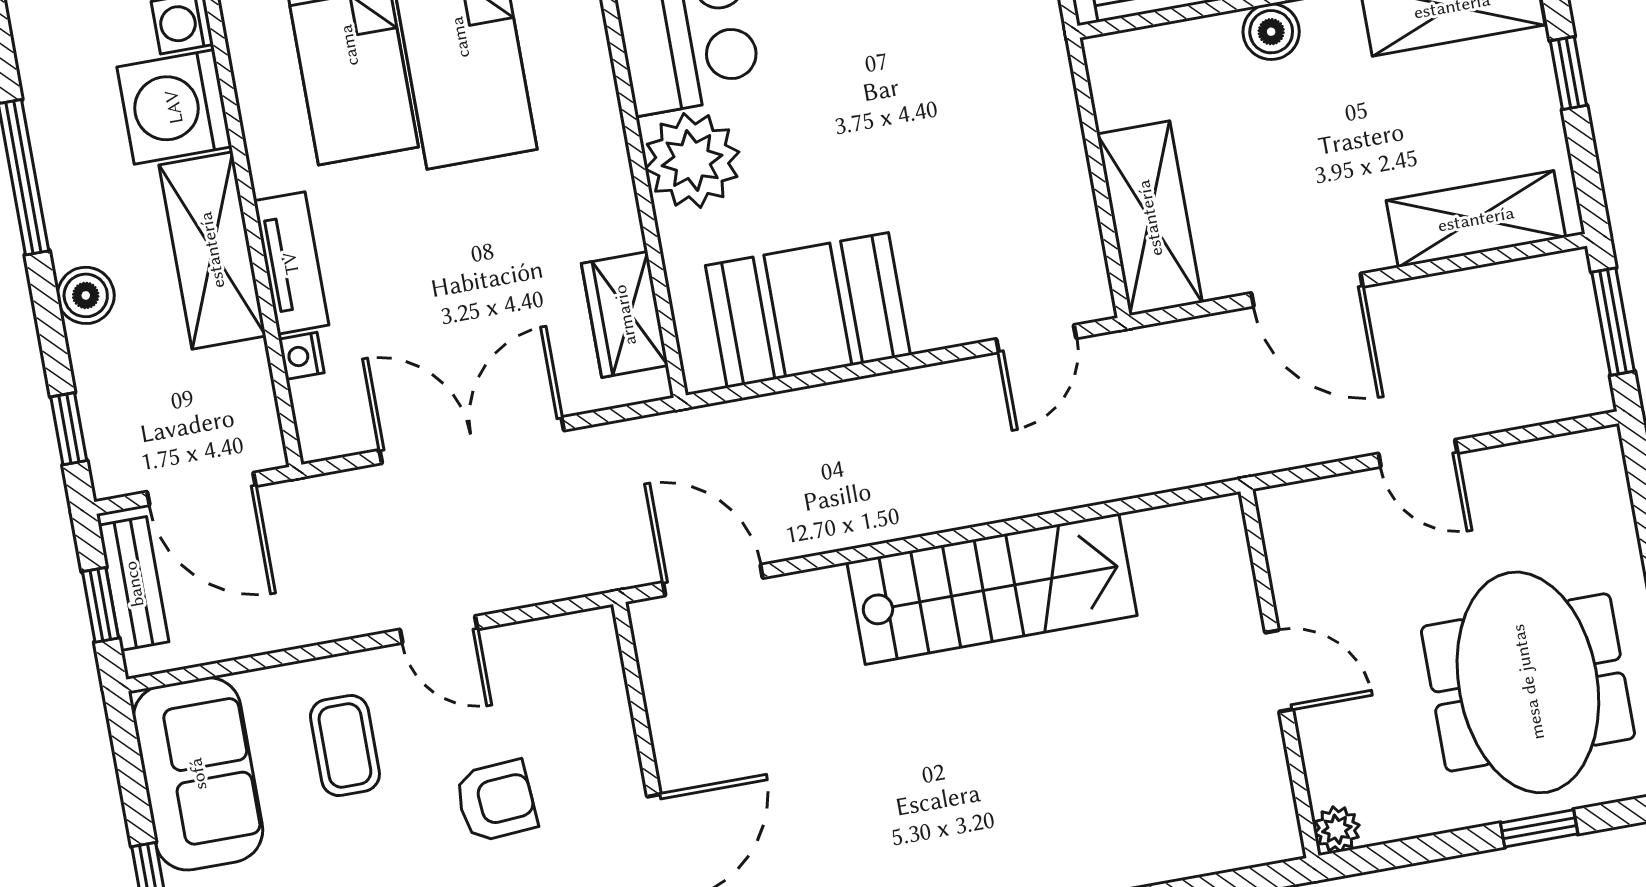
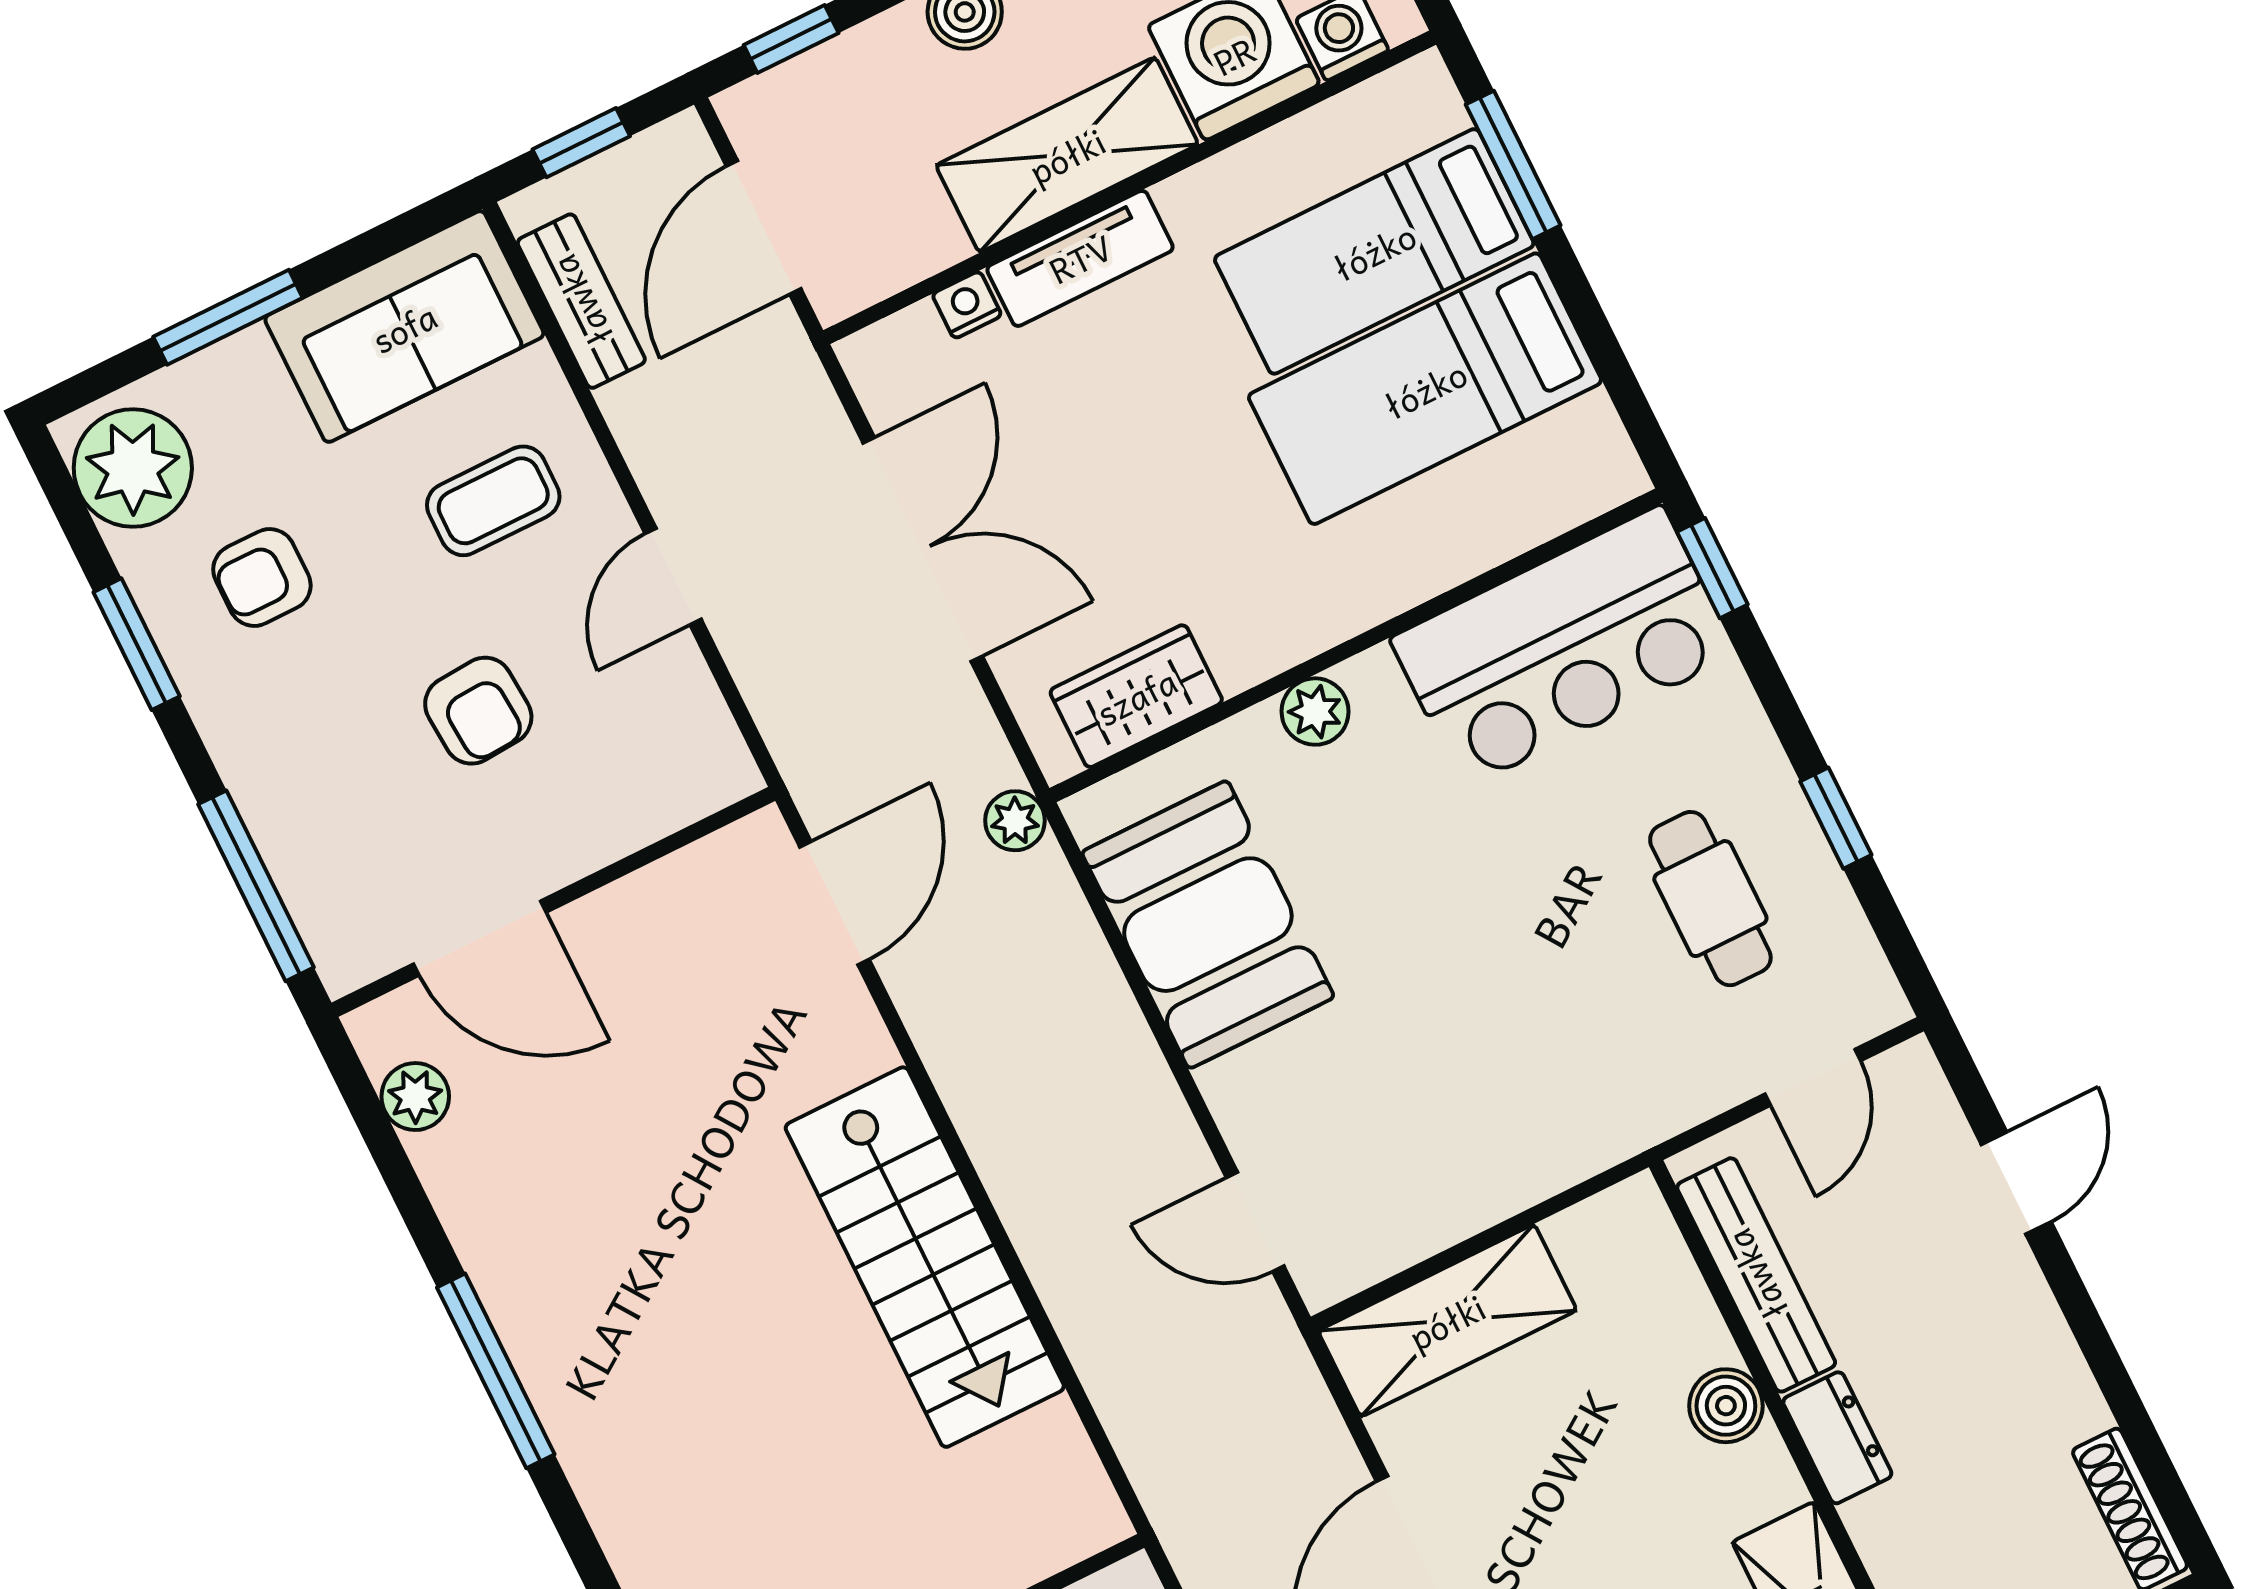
plant: (692, 160) -> (1315, 712), width x0.53, depth x0.53
plant: (691, 430) -> (1015, 821), added
bench: (134, 584) -> (581, 301), moved, turned 90

